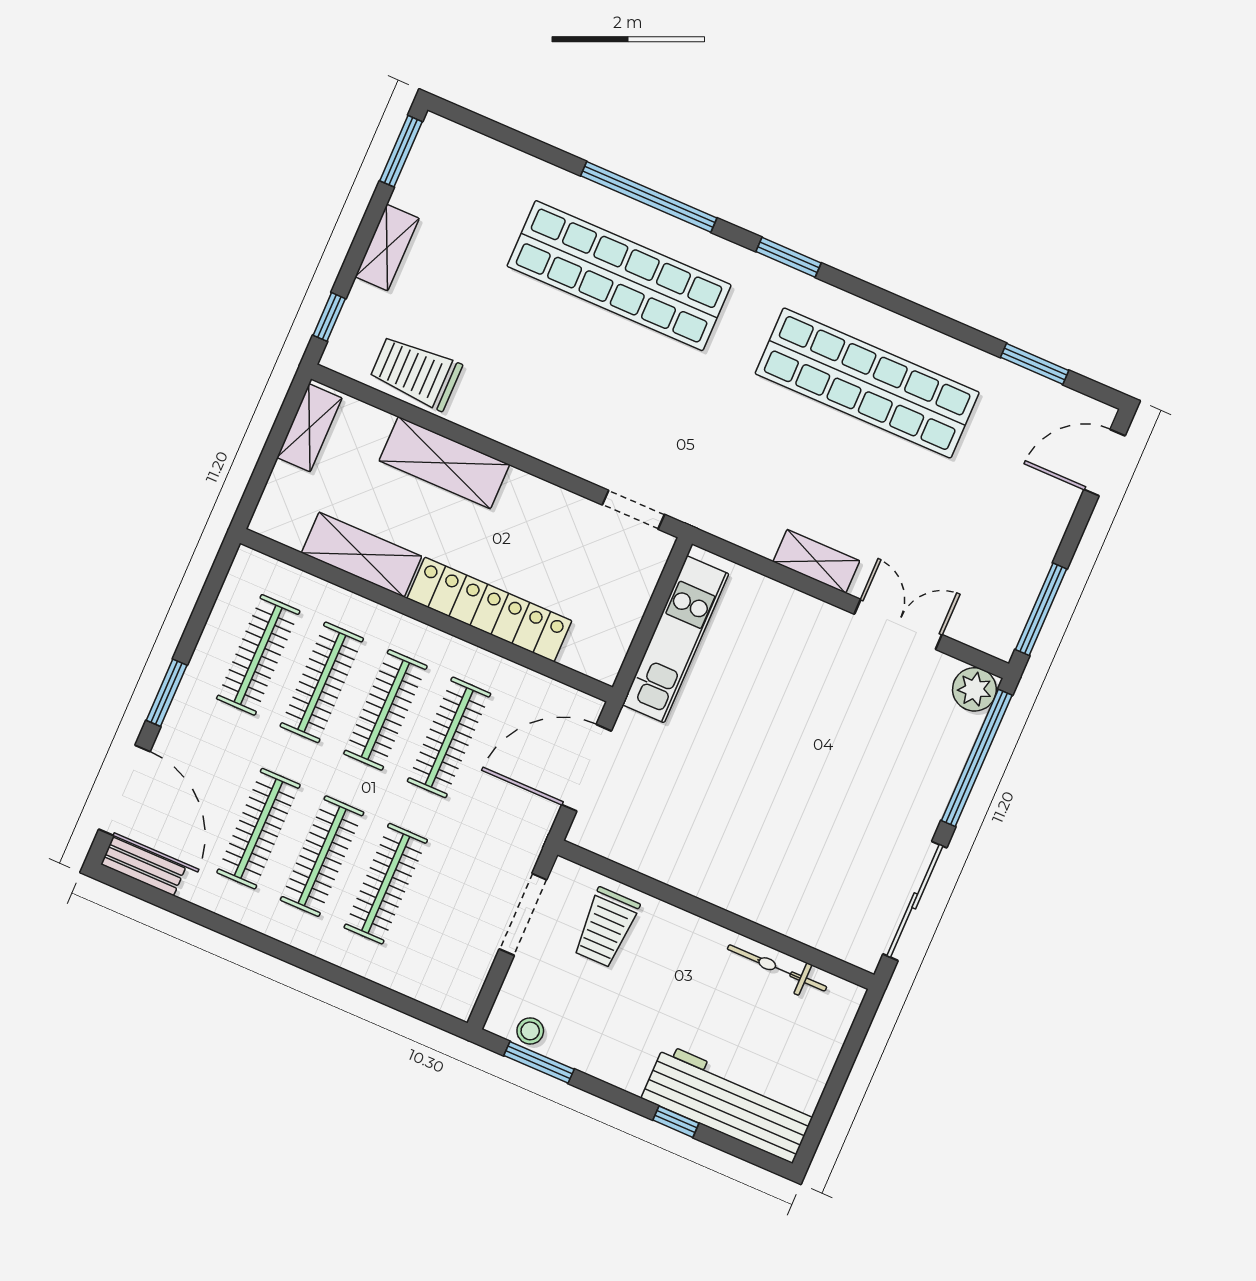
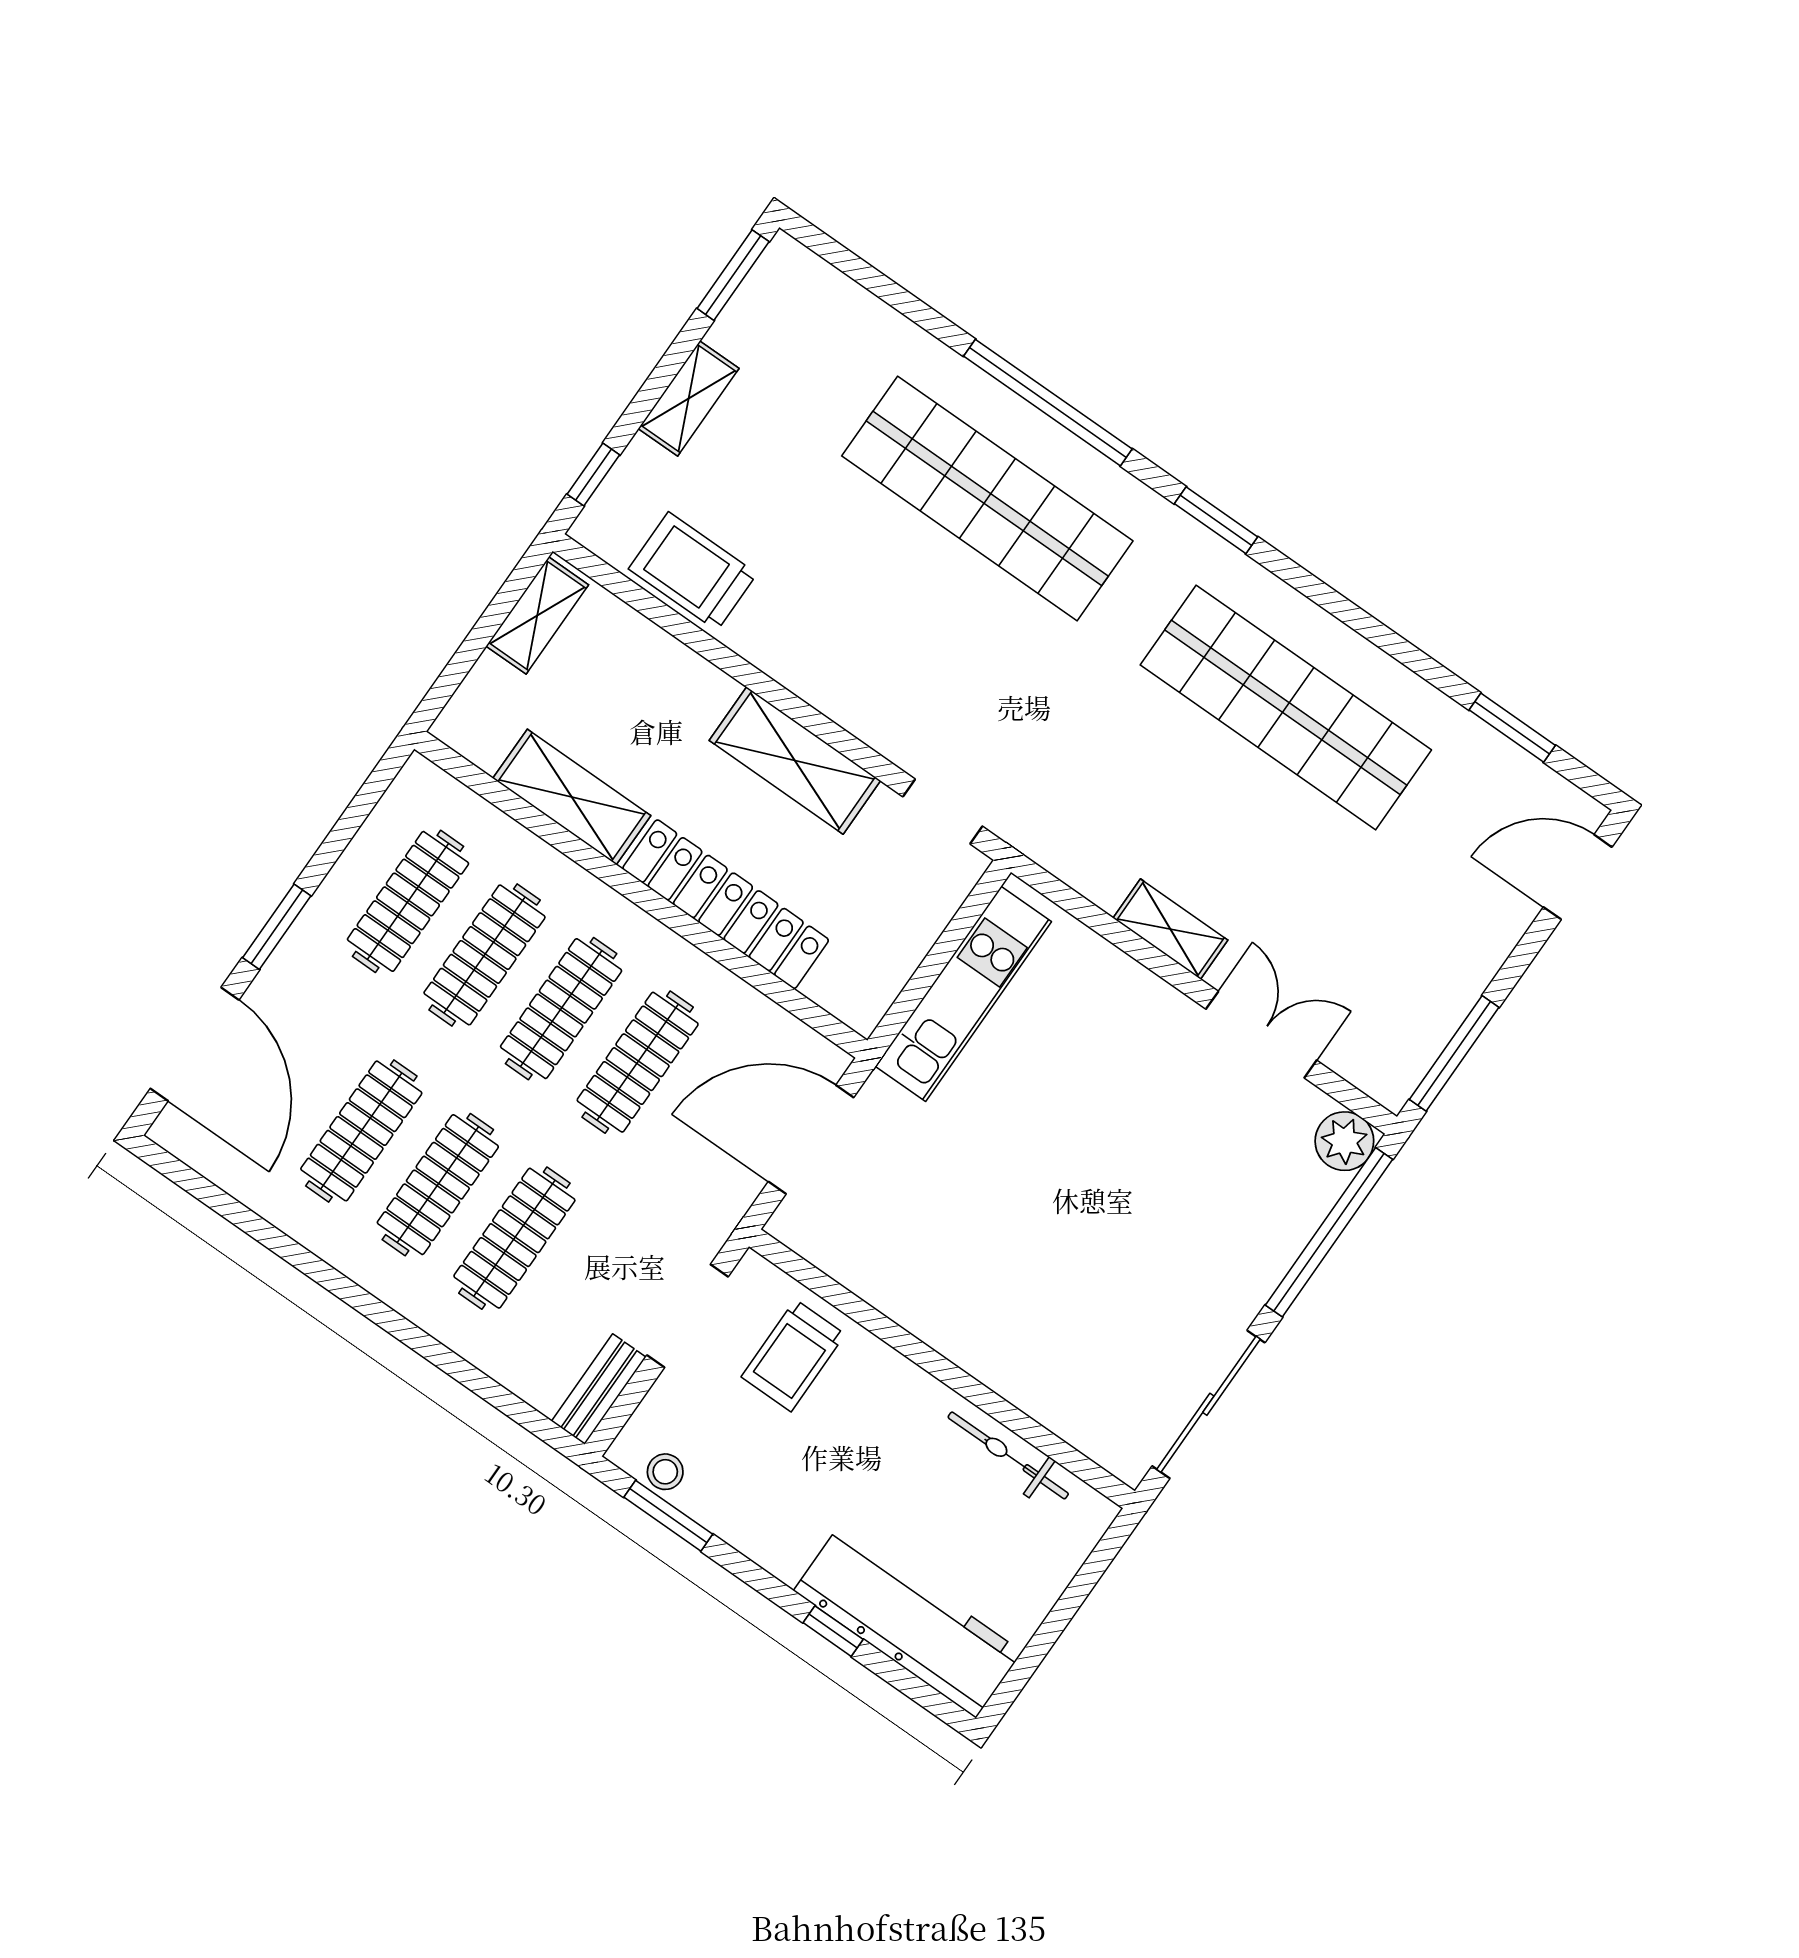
shelving: (444, 463) -> (795, 761), moved
bench: (143, 866) -> (599, 1389), moved, turned 90

